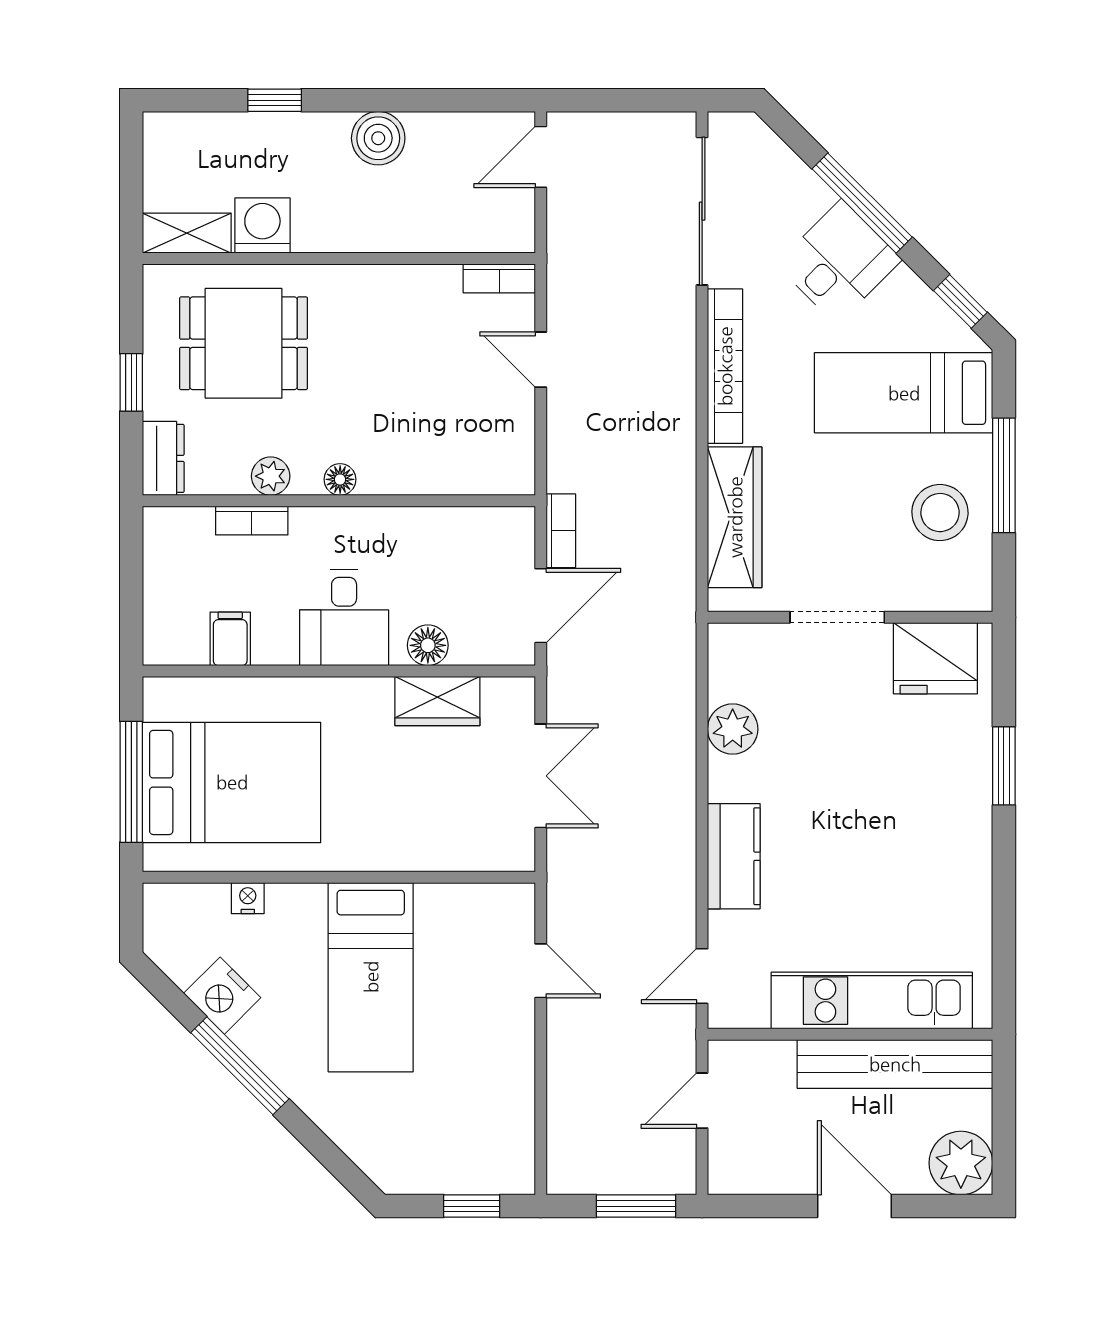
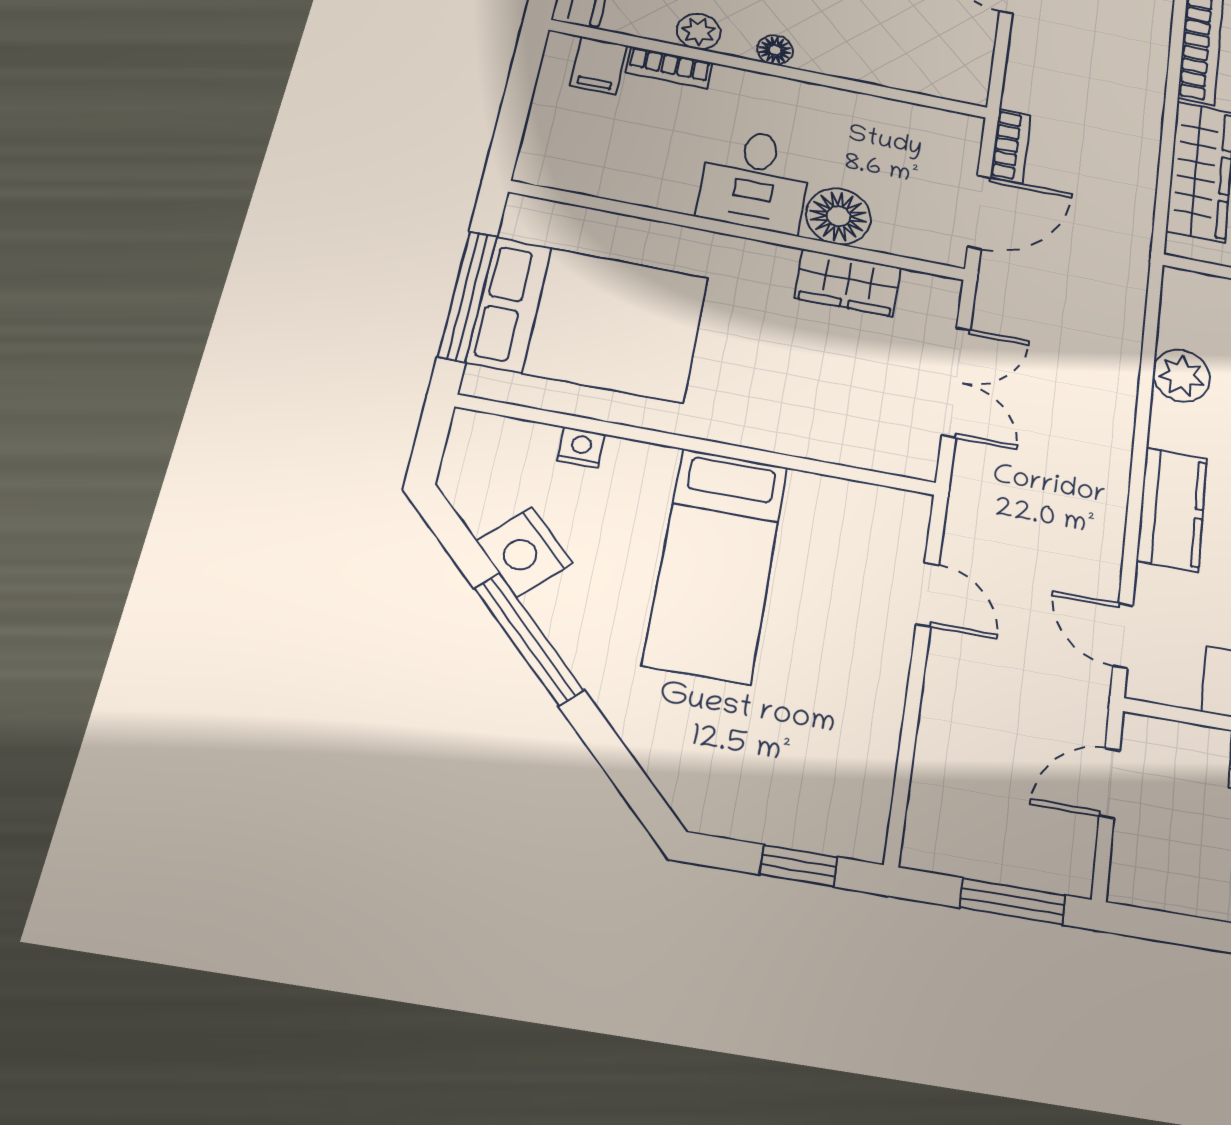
filing cabinet: (230, 639) -> (599, 65), moved, turned 180
floor lamp: (428, 645) -> (838, 216), width x1.38, depth x1.38
door: (702, 976) -> (1123, 636), hinge flipped

